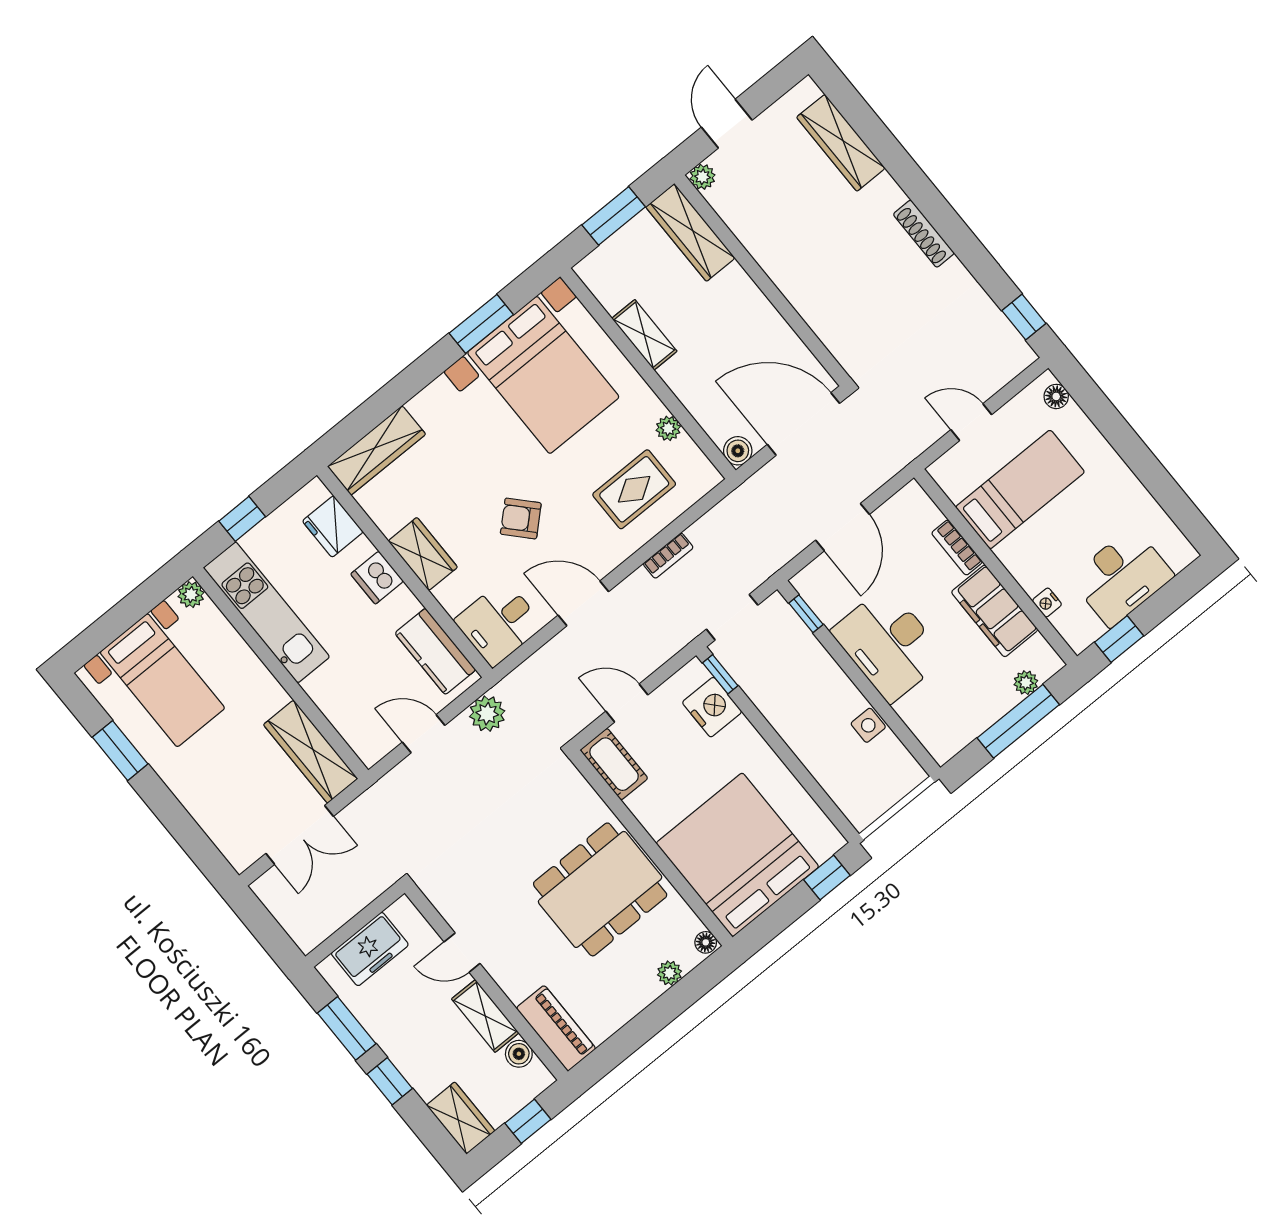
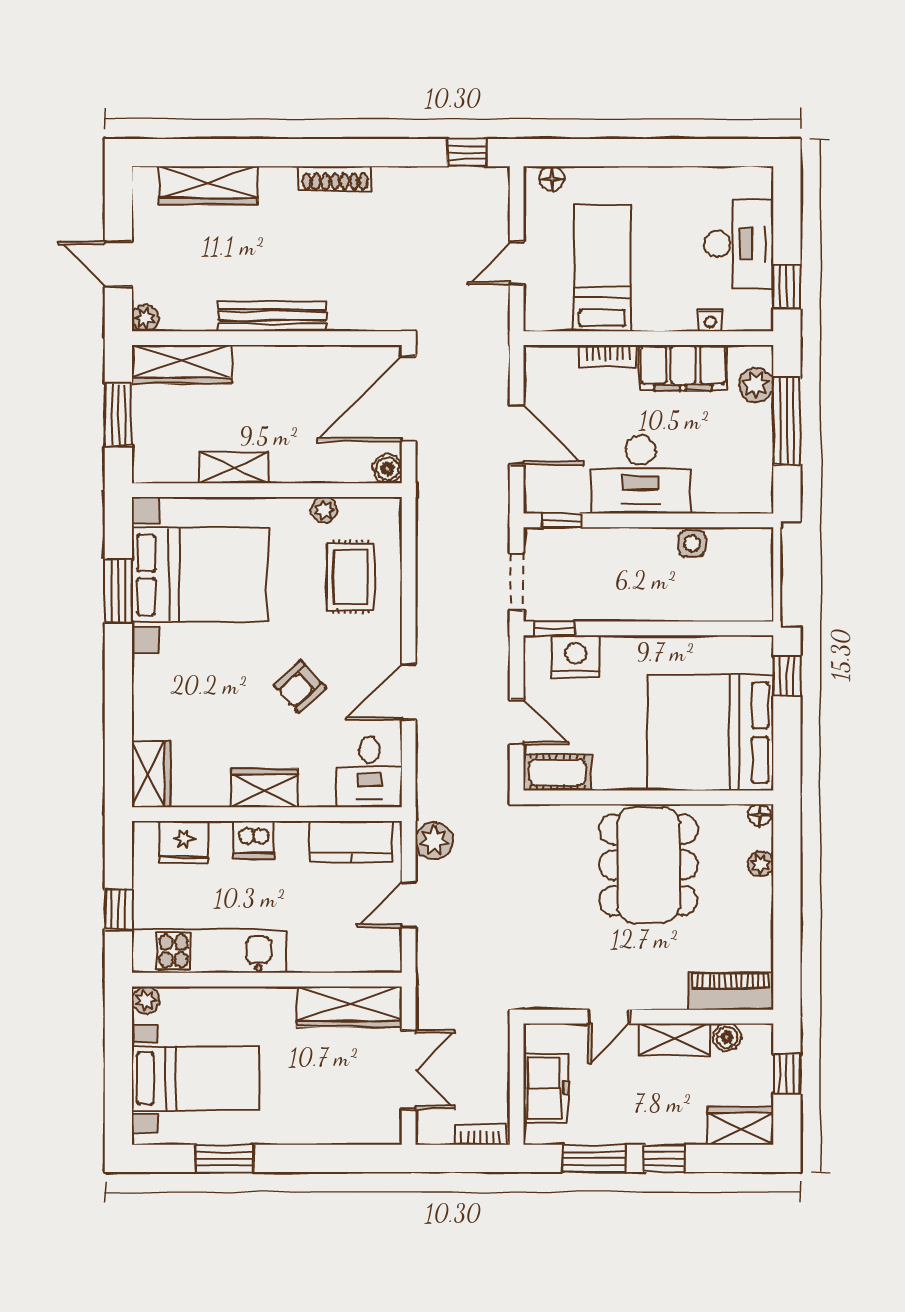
bench: (782, 271) -> (272, 316), added
wardrobe: (377, 450) -> (151, 774), width x0.67
bookcase: (668, 556) -> (480, 1135), moved, turned -90
plant: (1026, 683) -> (756, 385), width x1.38, depth x1.38
door: (627, 703) -> (517, 722), swing flipped

